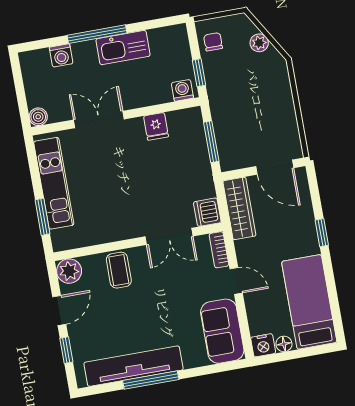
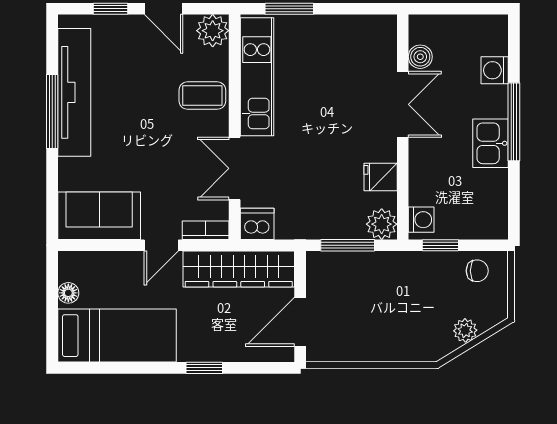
kitchen sink: (123, 48) -> (491, 143), width x0.73
boiler: (38, 117) -> (420, 57), moved
plant: (191, 119) -> (382, 224), added
kitchen unit: (54, 183) -> (257, 77), moved, turned -90
wardrobe: (239, 208) -> (239, 269), width x1.40, depth x1.17
nightstand: (263, 345) -> (71, 266), removed

